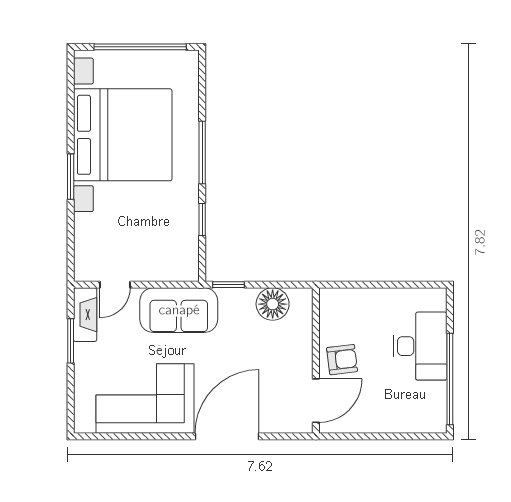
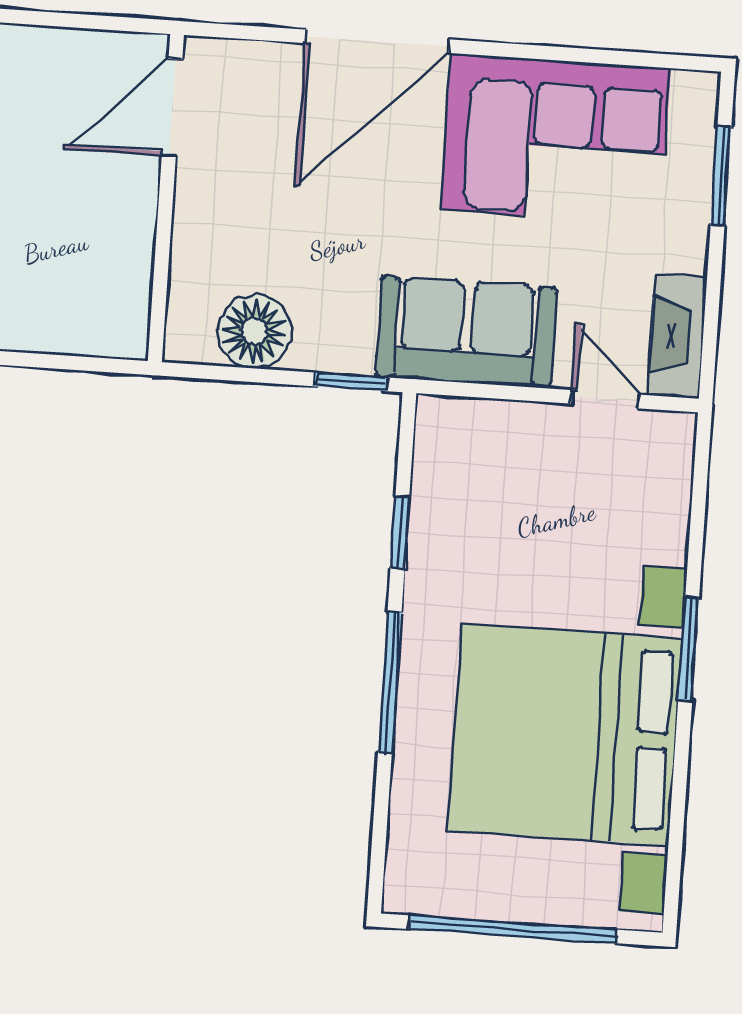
door: (115, 285) -> (605, 399), hinge flipped
window: (71, 341) -> (721, 176), moved
armchair: (342, 360) -> (107, 196), removed

